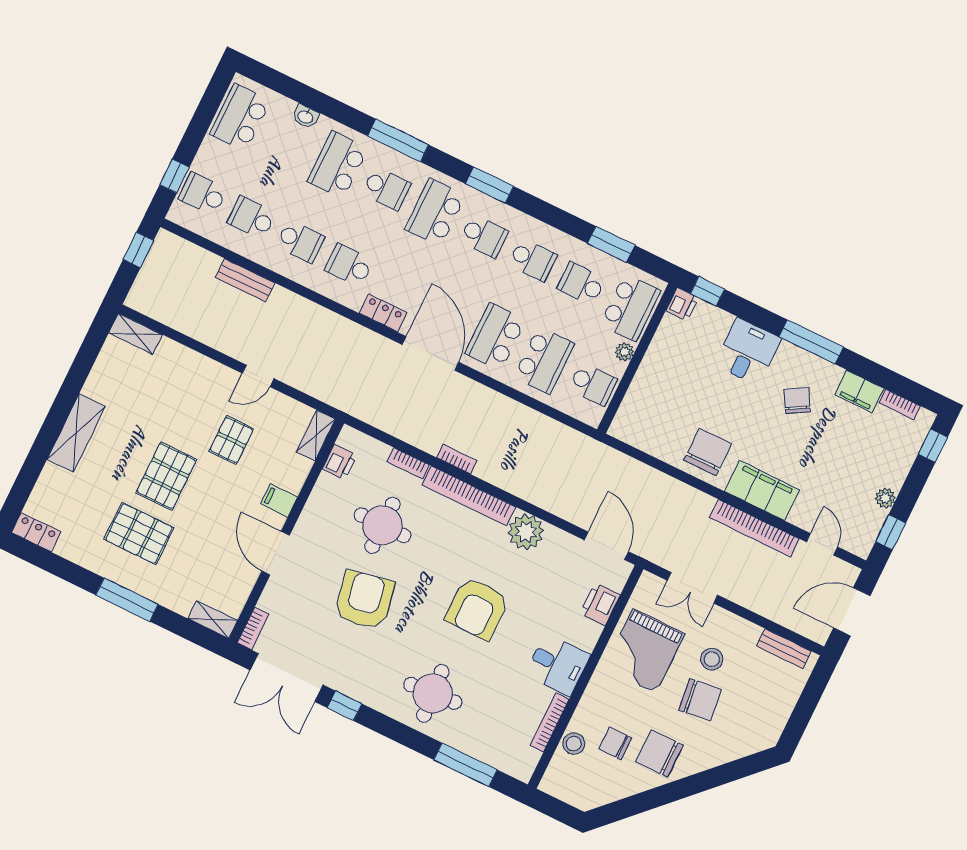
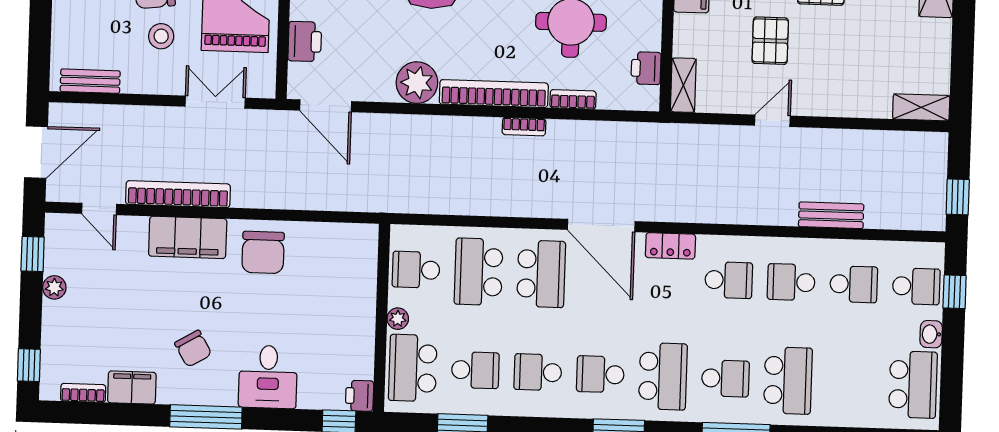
washbasin: (306, 116) -> (931, 334), moved, turned -90
school desk: (386, 189) -> (725, 378), turned 180

